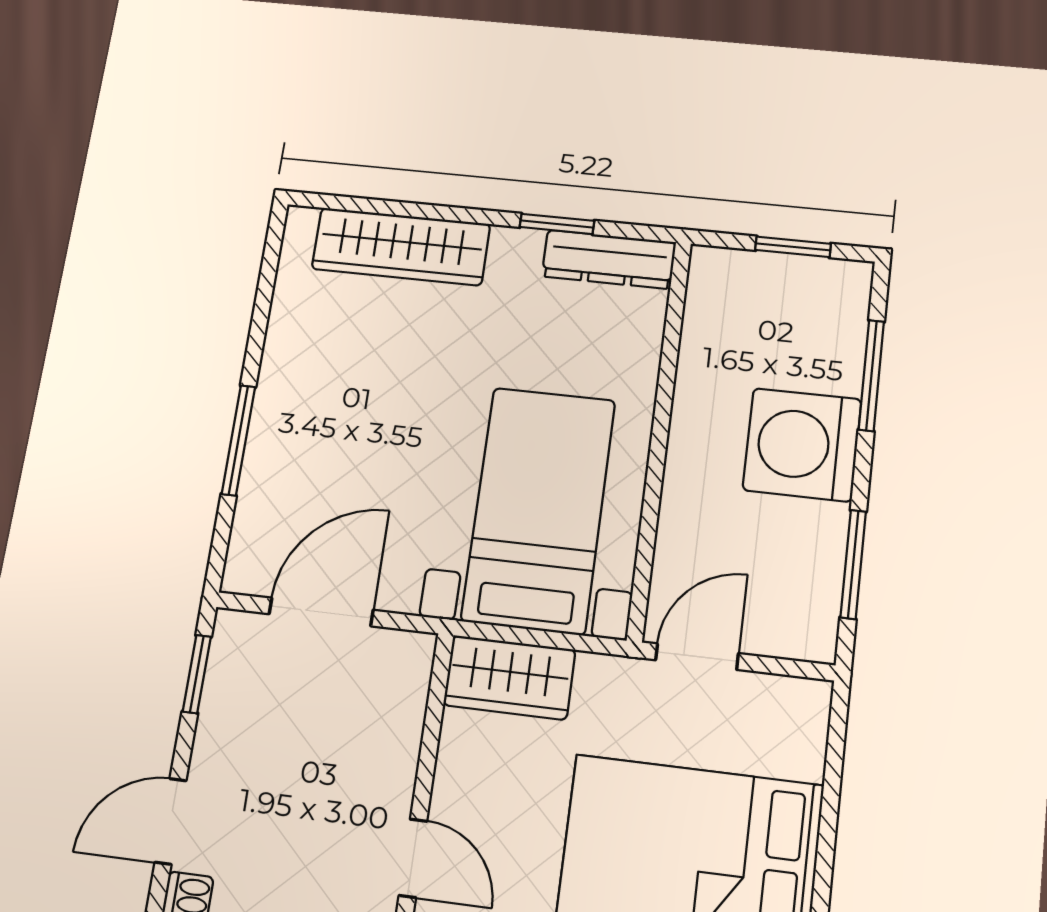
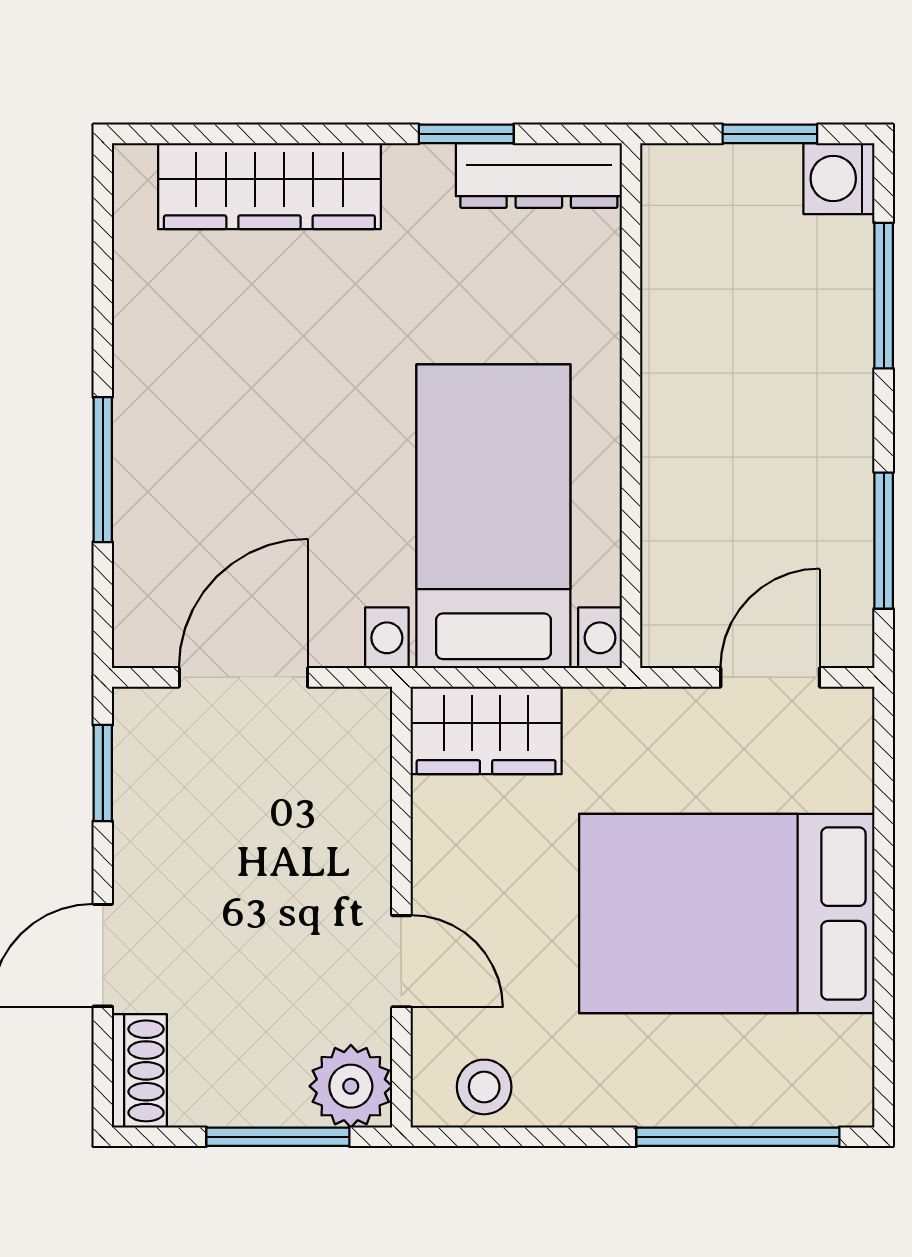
washing machine: (802, 445) -> (839, 179), moved, width x0.53, depth x0.53
door: (697, 657) -> (770, 677), moved

